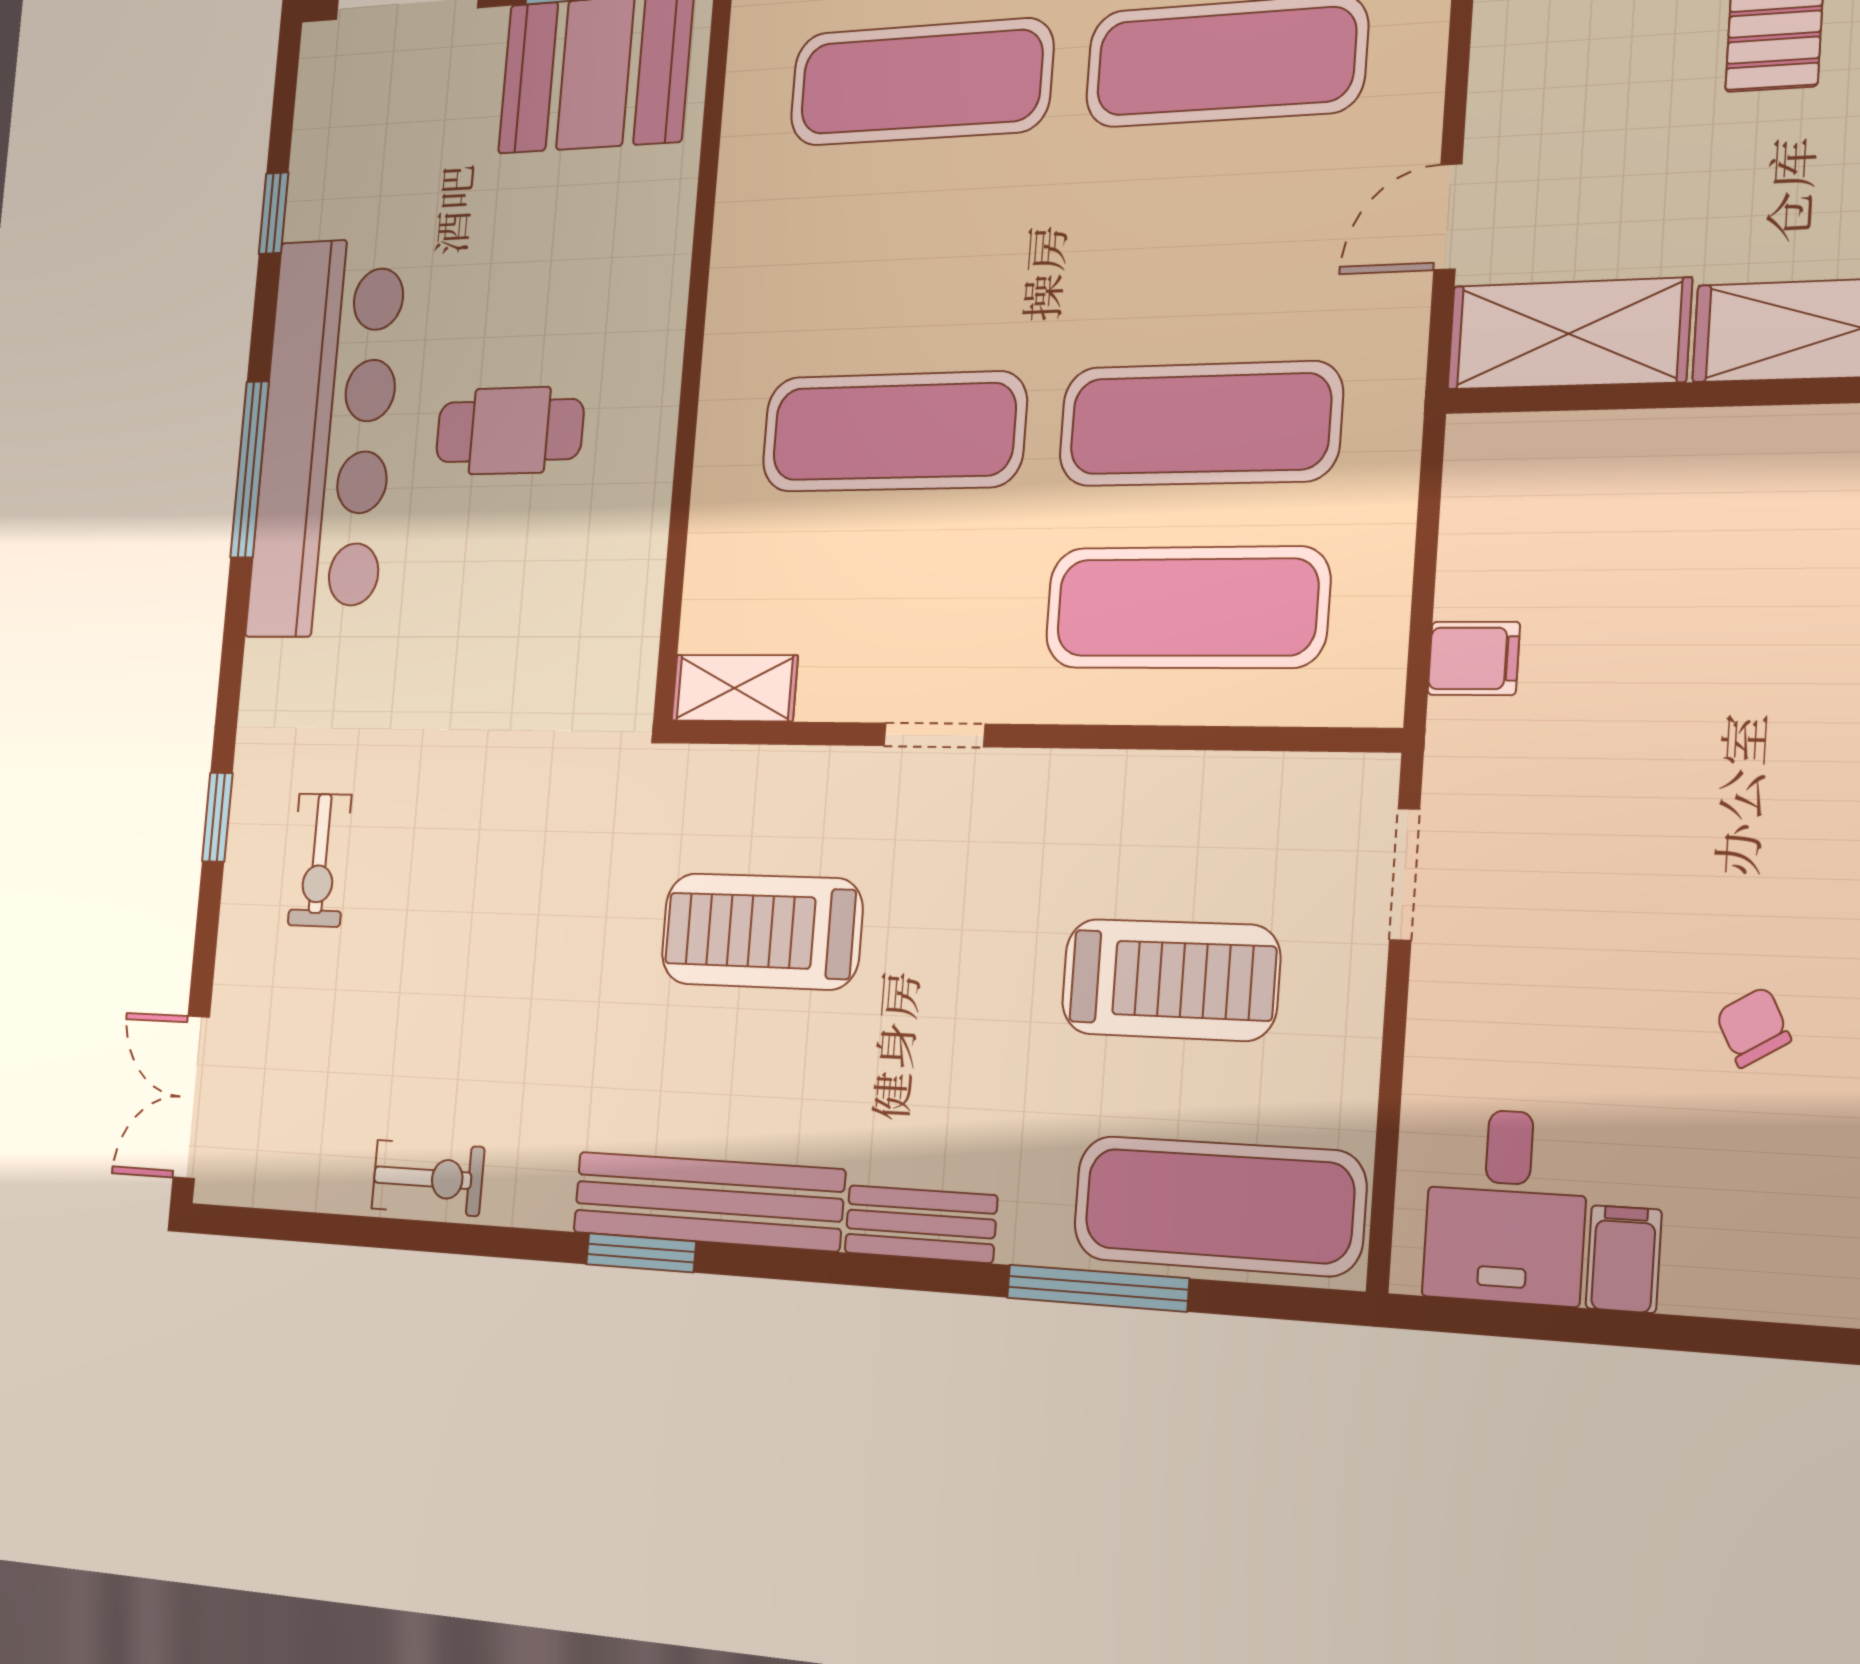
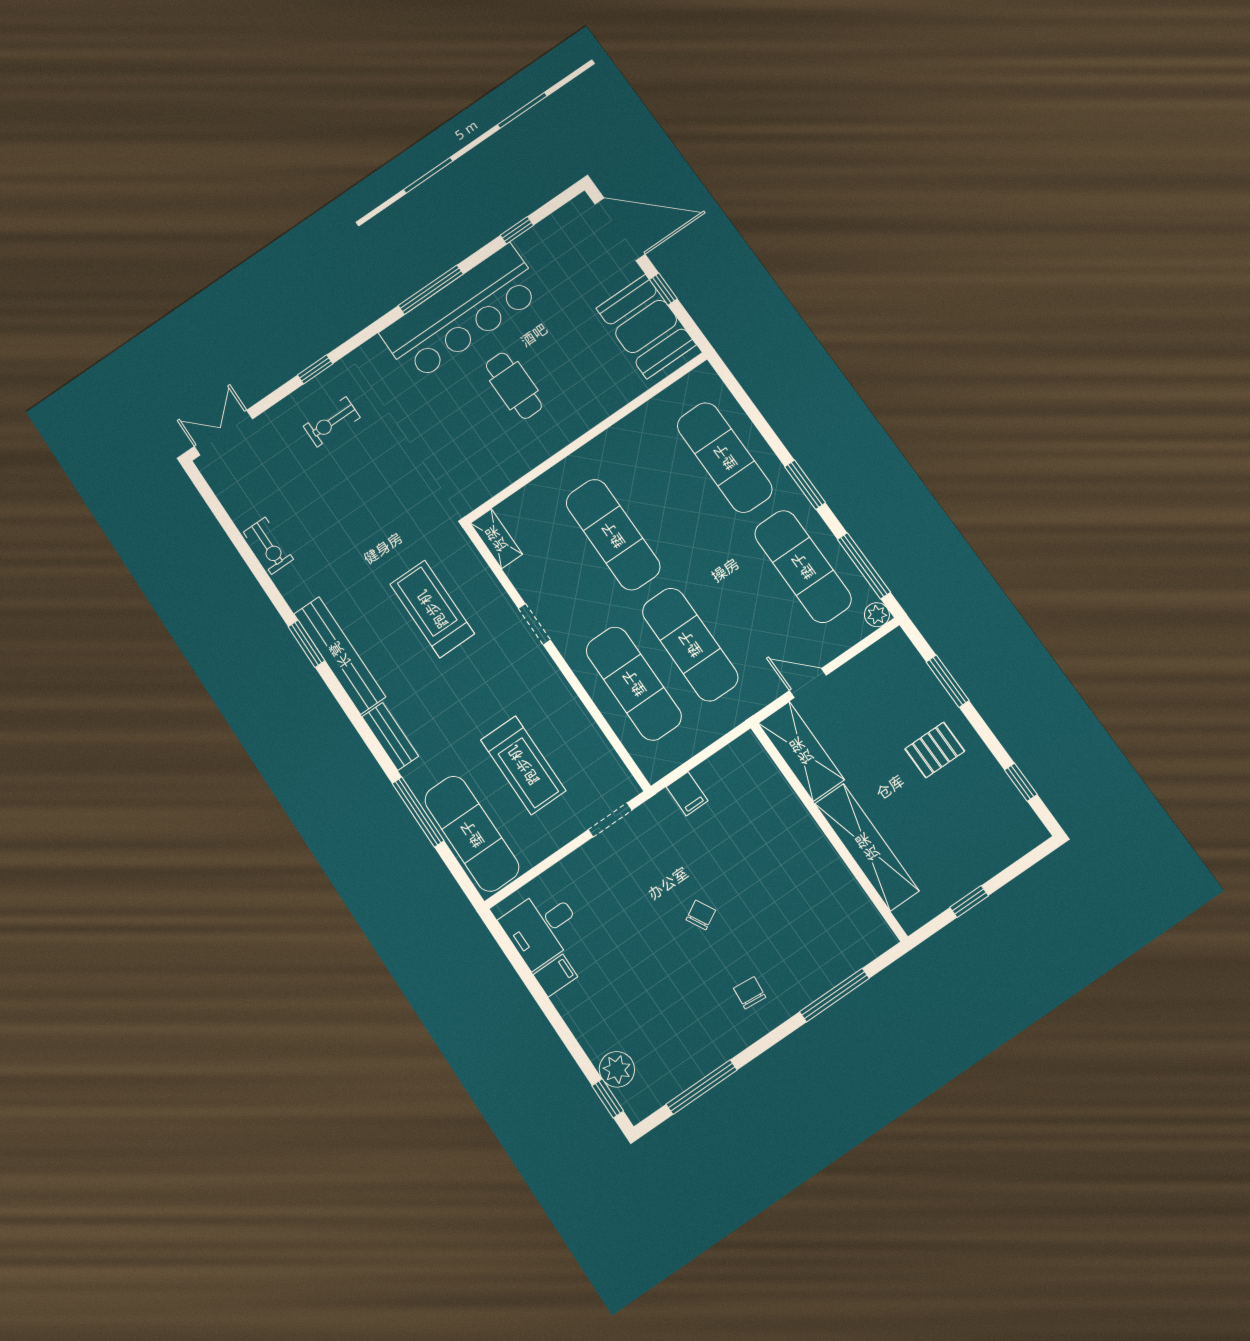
chair: (1753, 1027) -> (701, 915), moved

